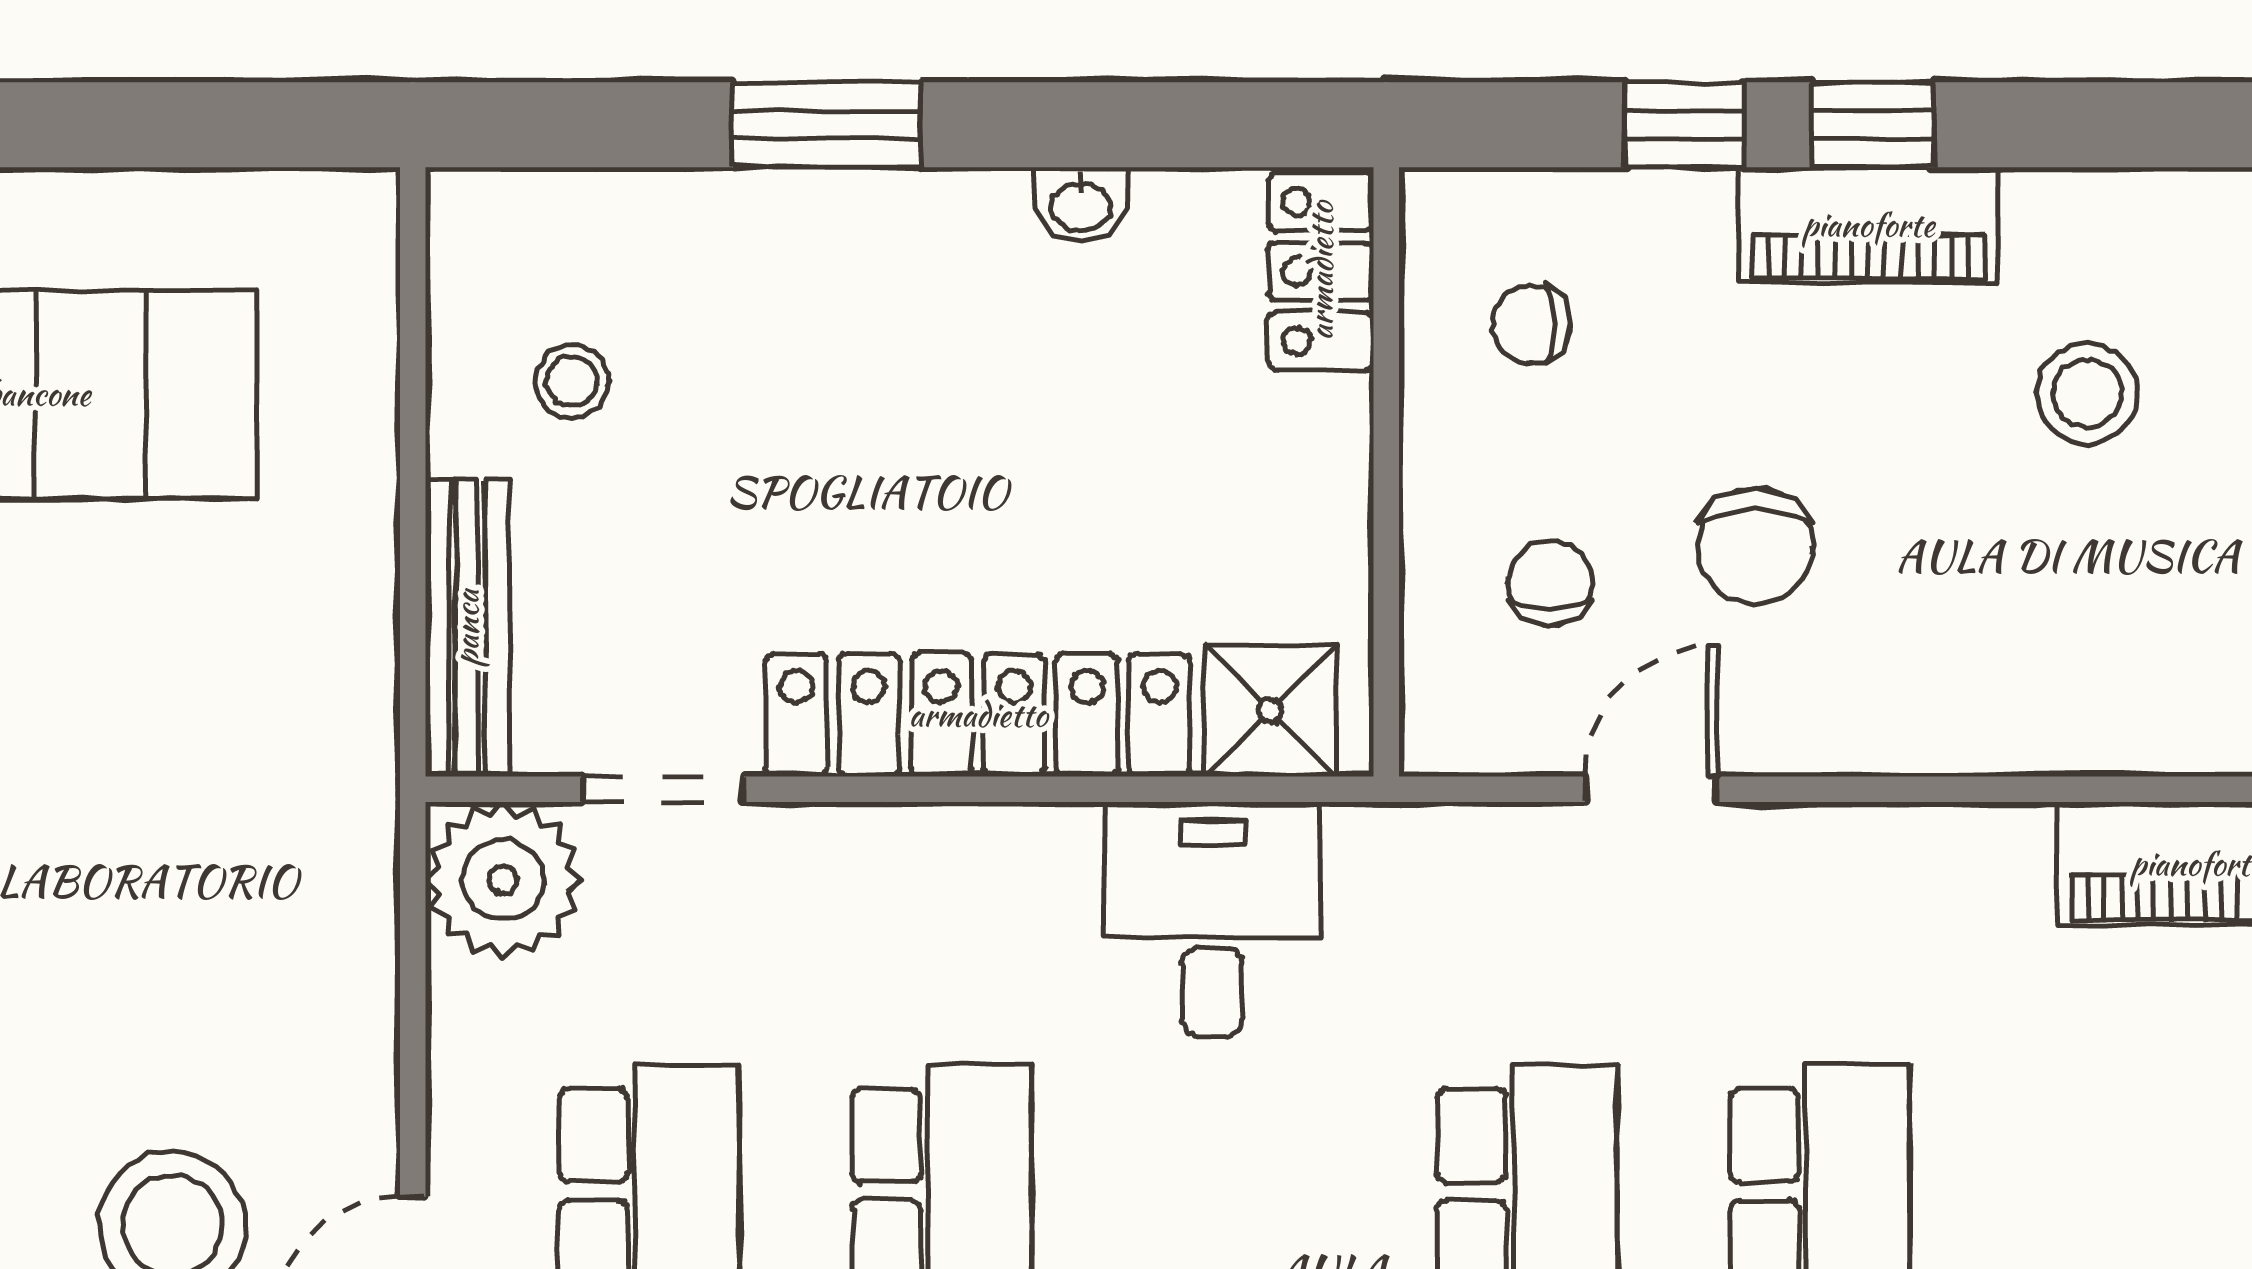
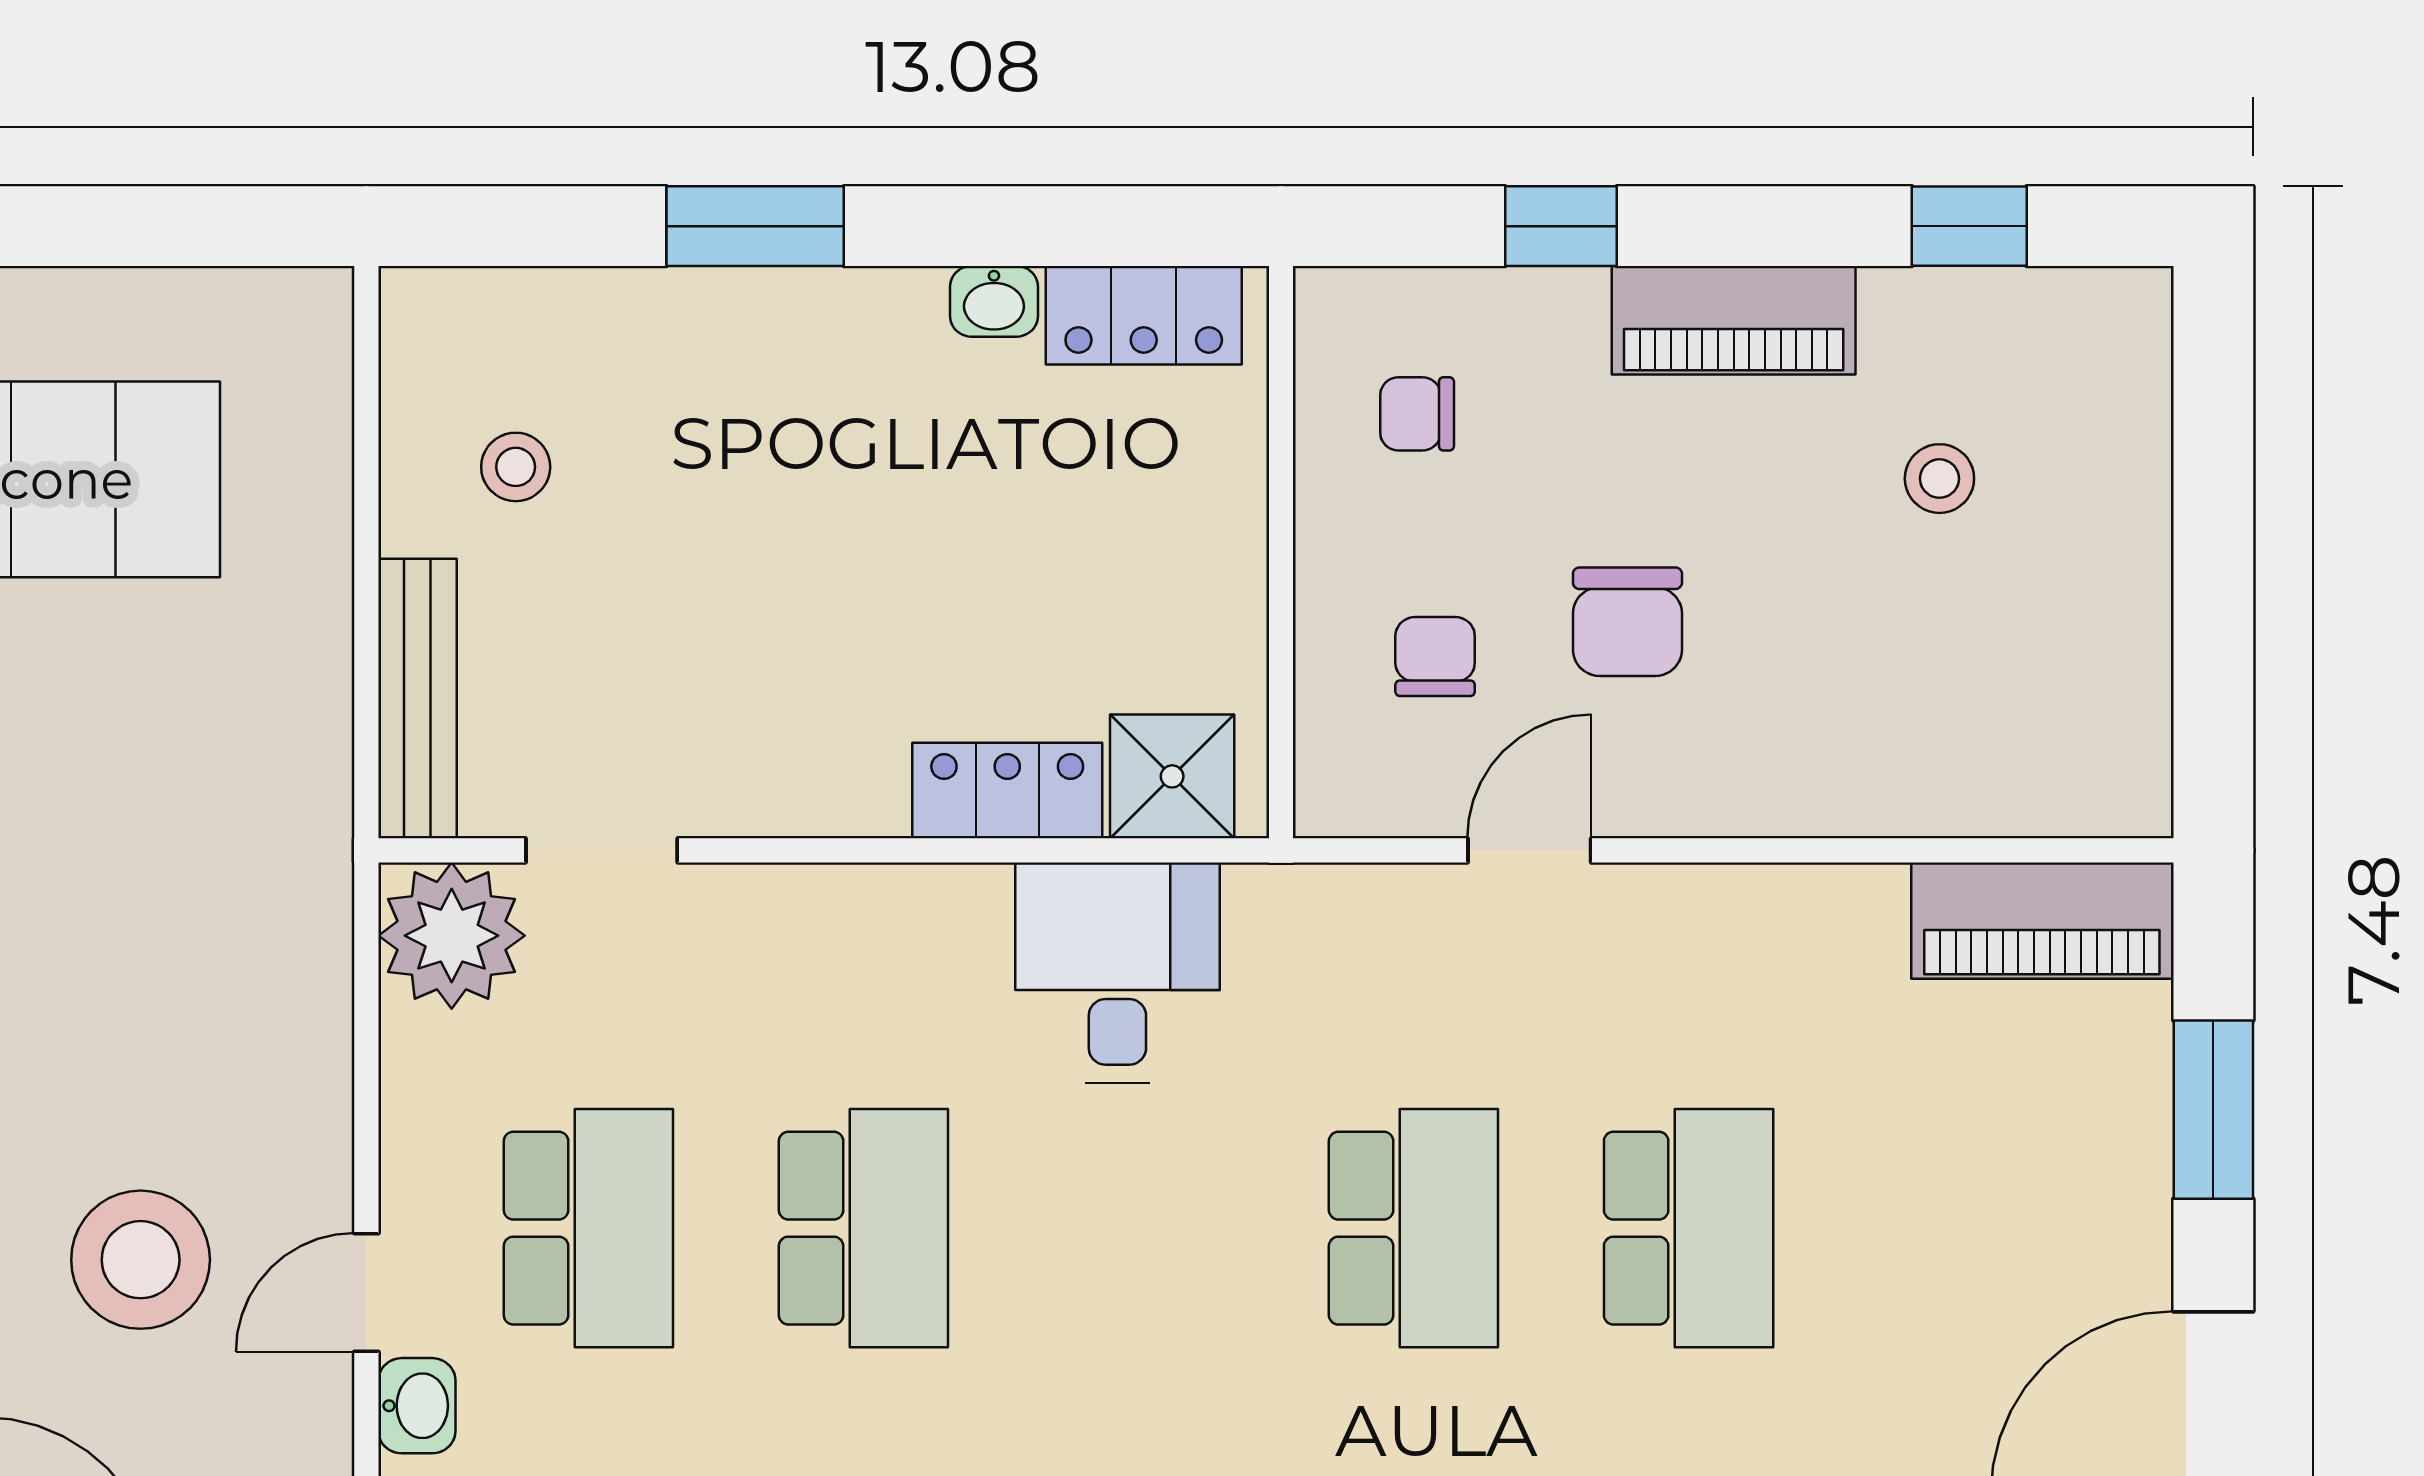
window: (1873, 125) -> (1969, 226), moved
locker: (1321, 271) -> (1144, 315), moved, turned -90
stool: (2087, 394) -> (1939, 479), width x0.73, depth x0.73
locker: (978, 715) -> (1007, 790), width x0.46, depth x0.83

